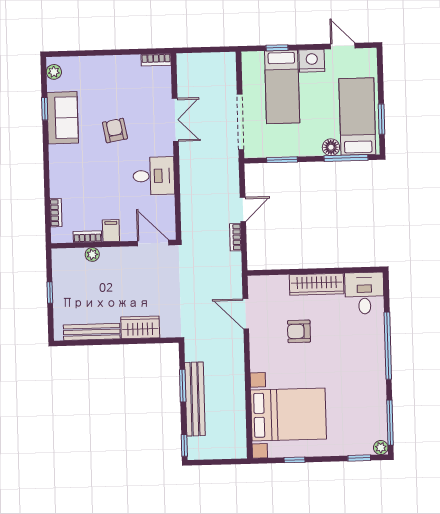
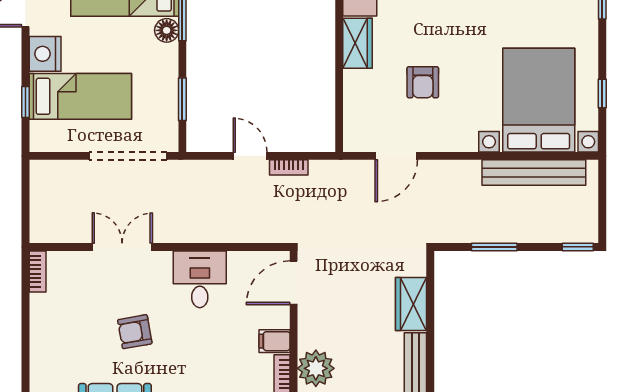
plant: (92, 254) -> (316, 368), width x1.87, depth x1.87
wardrobe: (317, 284) -> (358, 43), width x0.67
bench: (195, 399) -> (534, 173), moved

